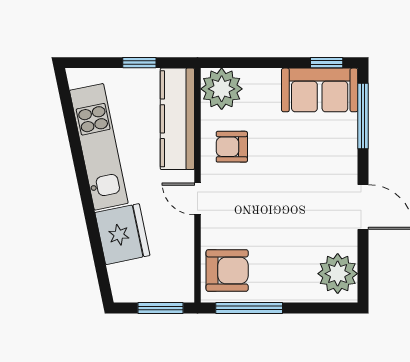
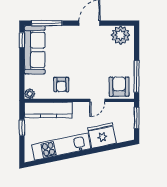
plant: (222, 89) -> (30, 94), width x0.53, depth x0.53
sofa: (320, 90) -> (35, 50), width x1.36
door: (197, 199) -> (97, 100), moved

